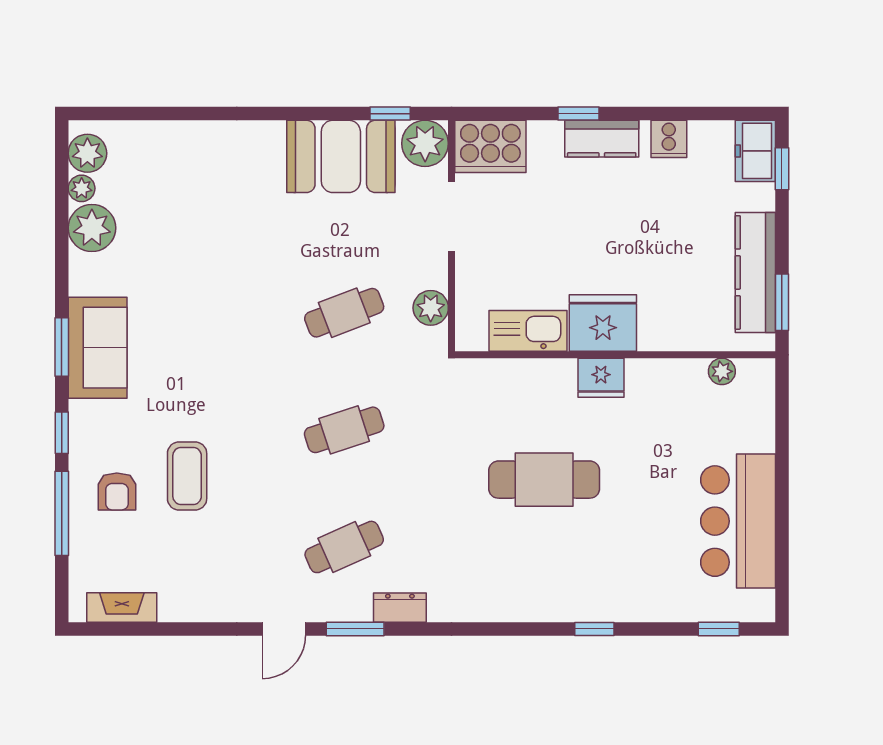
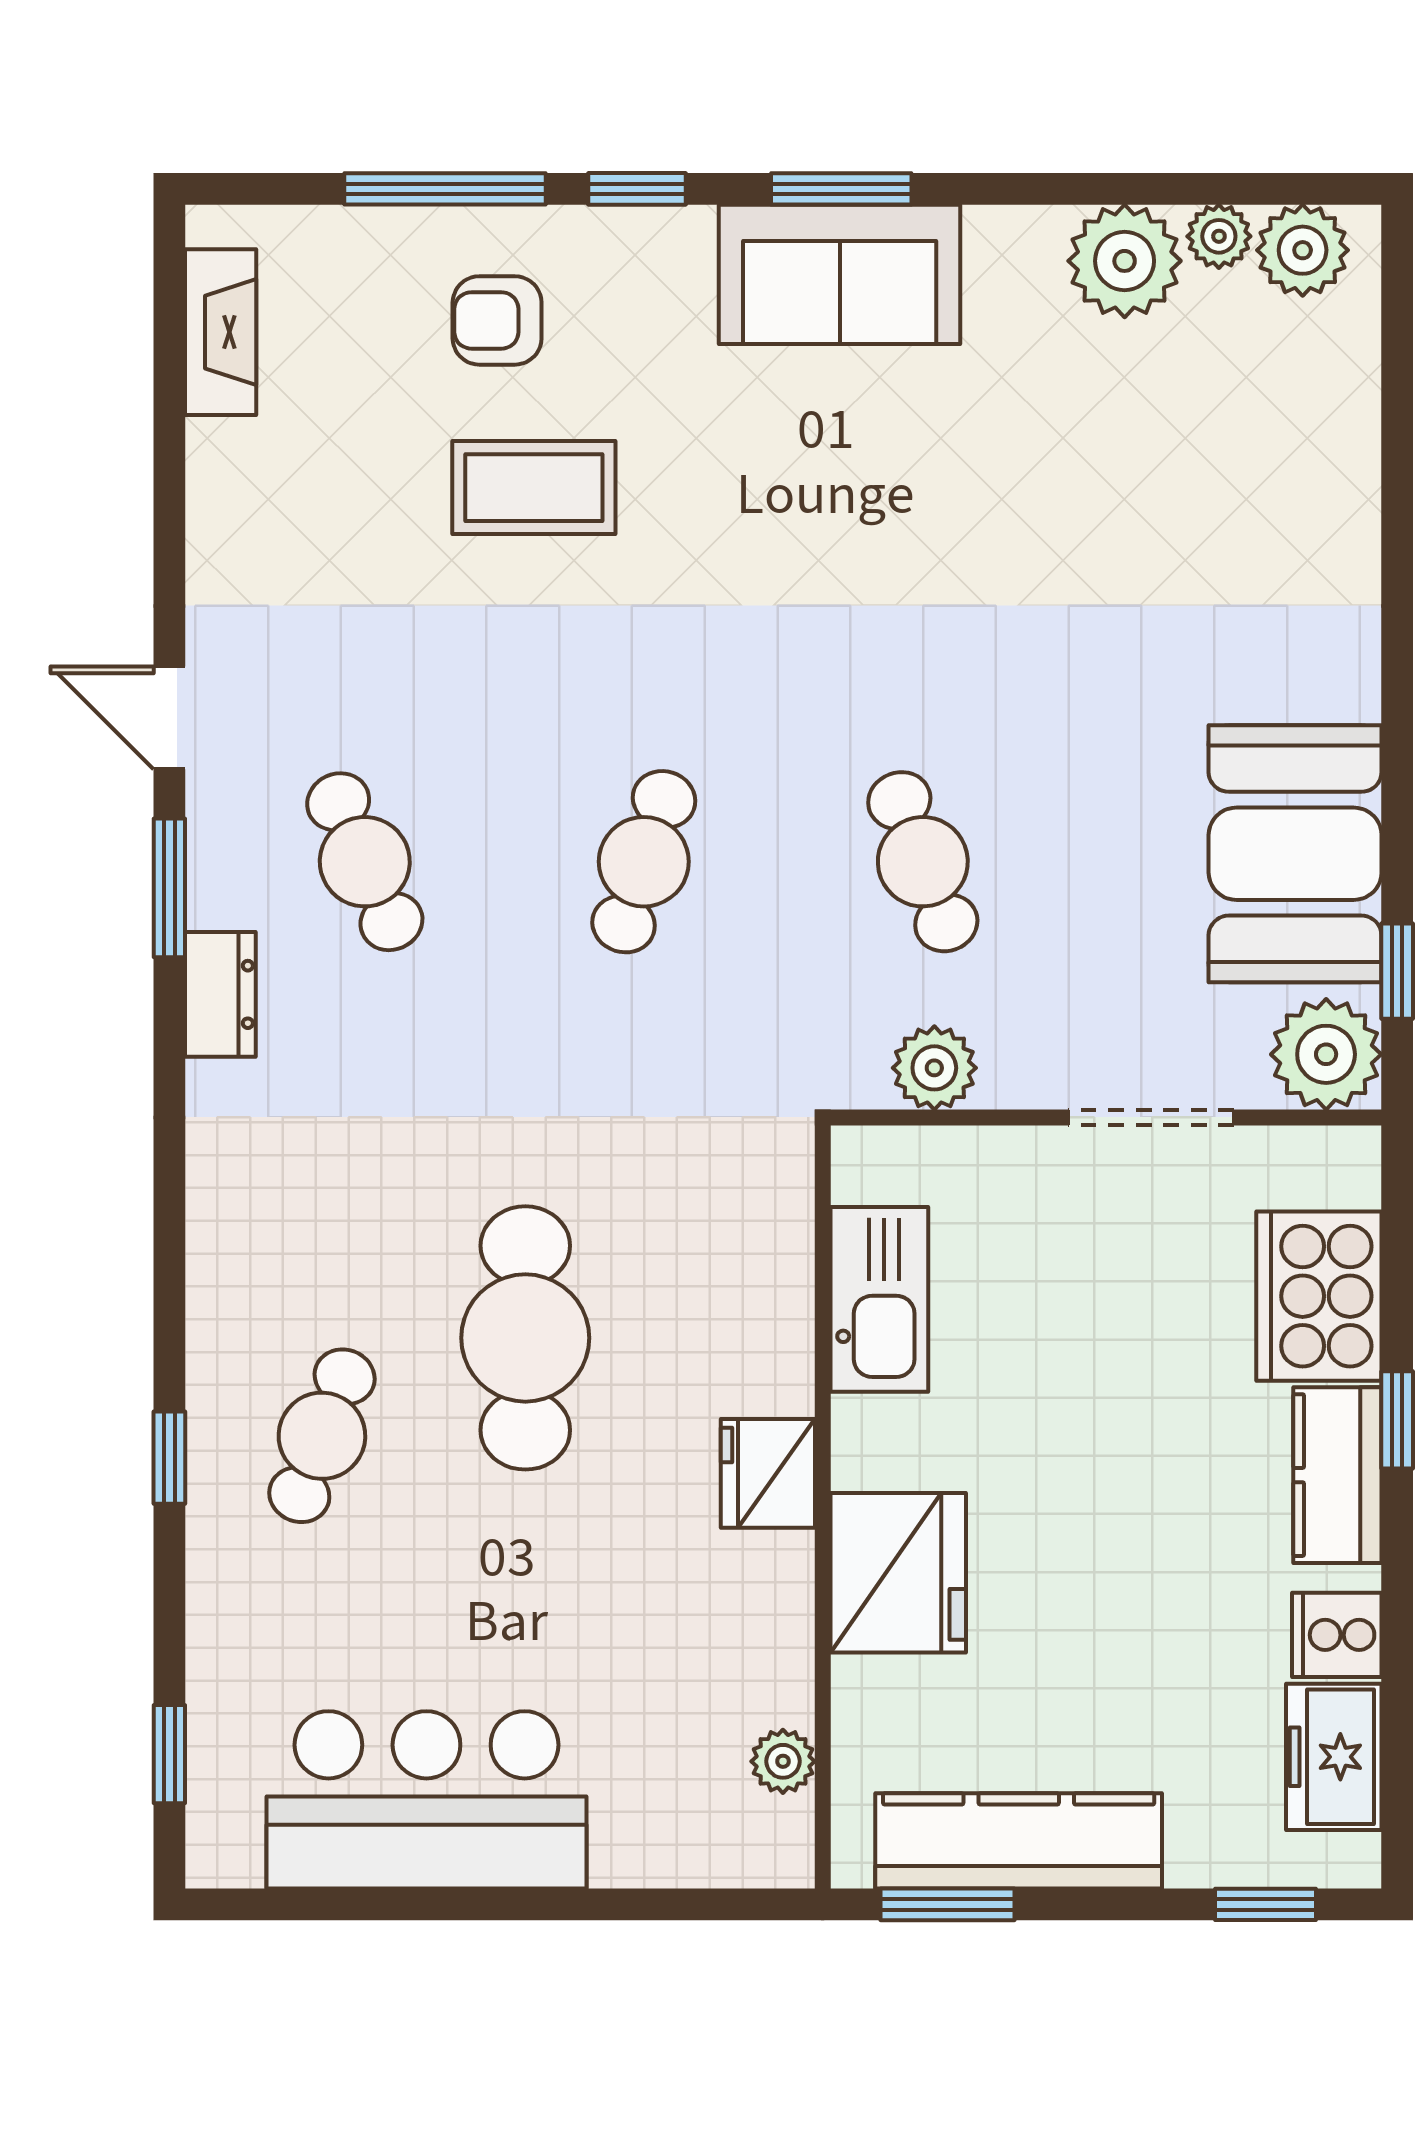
cooker: (490, 146) -> (1319, 1296), moved
freezer: (755, 151) -> (1334, 1757), moved, turned -90
fridge: (603, 323) -> (898, 1573), moved
cafe table: (344, 430) -> (644, 862), turned 36
cafe table: (585, 565) -> (322, 1436), added

